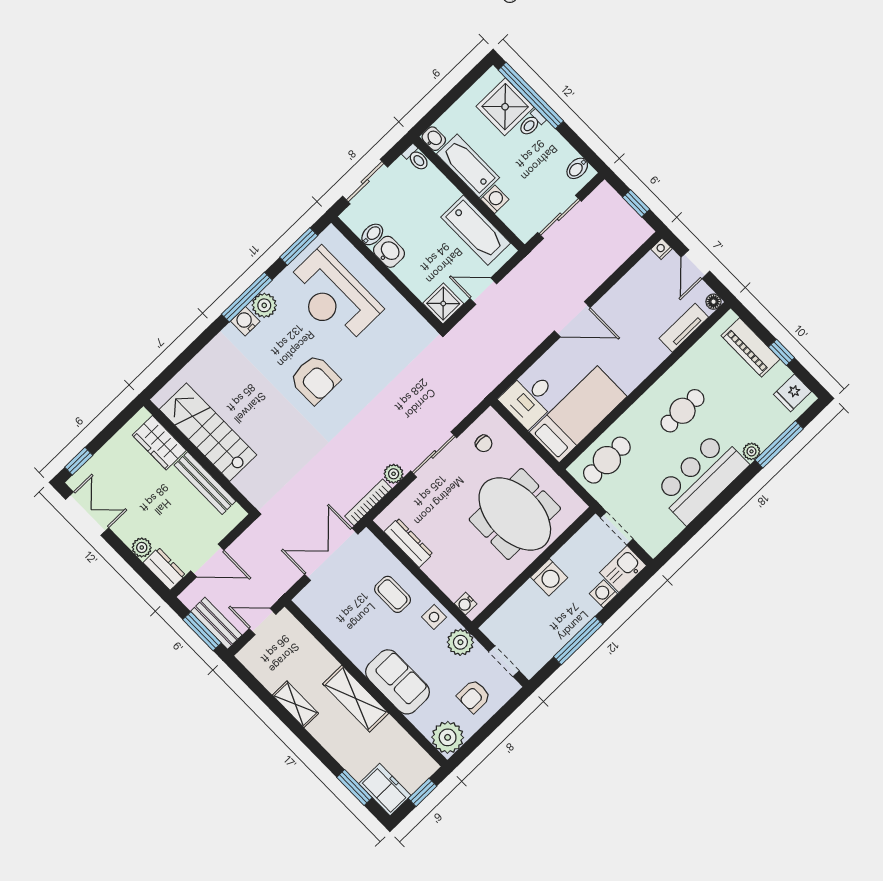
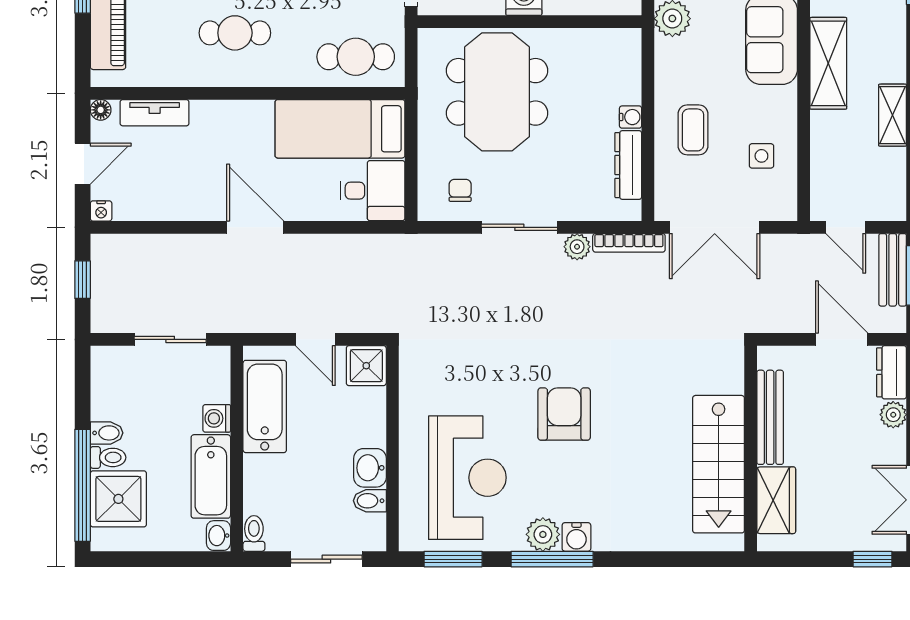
bidet: (577, 168) -> (107, 433), moved
water cooler: (466, 604) -> (631, 117), moved
side table: (434, 617) -> (761, 156), moved

